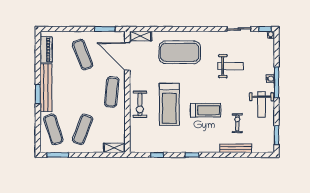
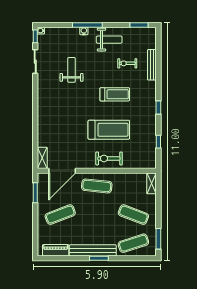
exercise mat: (180, 52) -> (58, 120), removed
exercise bike: (140, 104) -> (109, 158), turned 180
treadmill: (206, 110) -> (115, 94), turned 90

